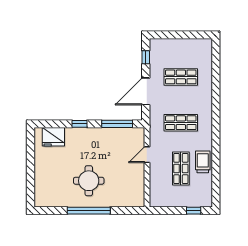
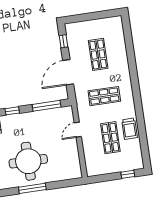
shop shelf: (181, 77) -> (98, 54), turned 90
trolley: (203, 162) -> (130, 129), turned 180
round table: (89, 181) -> (28, 161), width x1.36, depth x1.36
window: (89, 211) -> (32, 188), width x0.68

